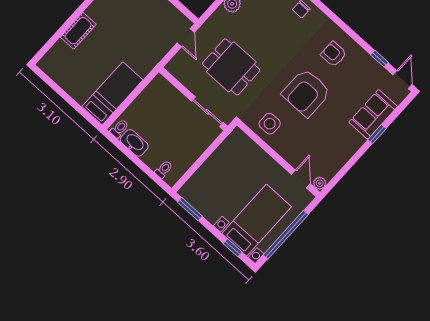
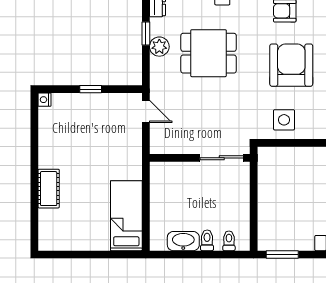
dining table: (231, 67) -> (209, 53), moved
armchair: (306, 93) -> (291, 65), turned 180
toilet: (119, 129) -> (207, 240), moved

